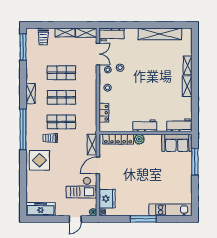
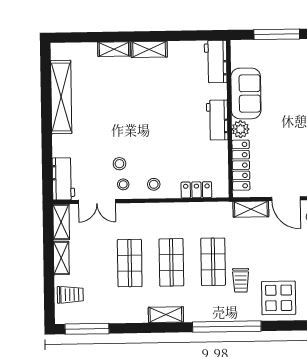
double door: (98, 54) -> (97, 202), swing flipped
sofa: (177, 143) -> (246, 93), moved

